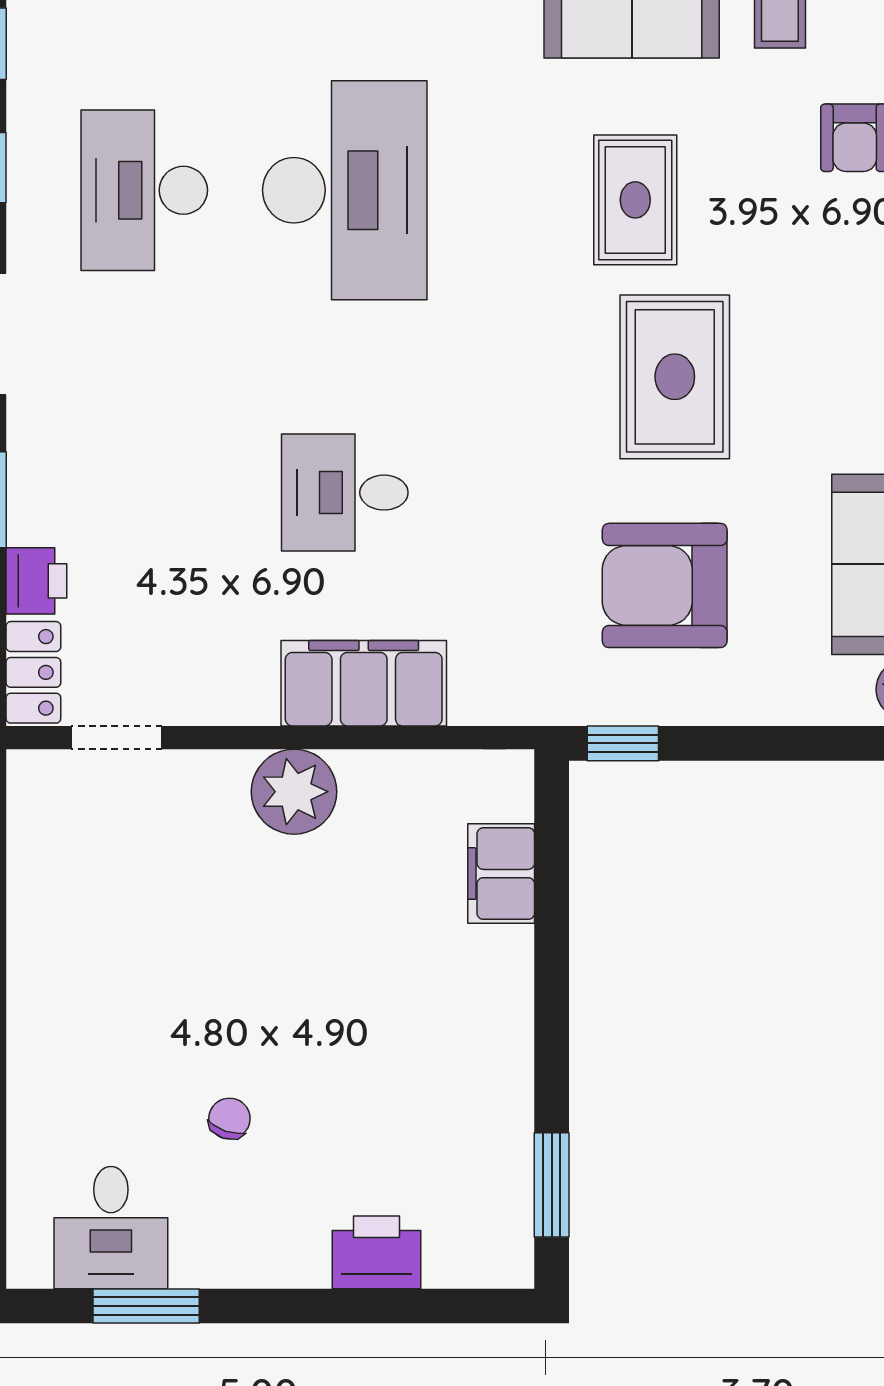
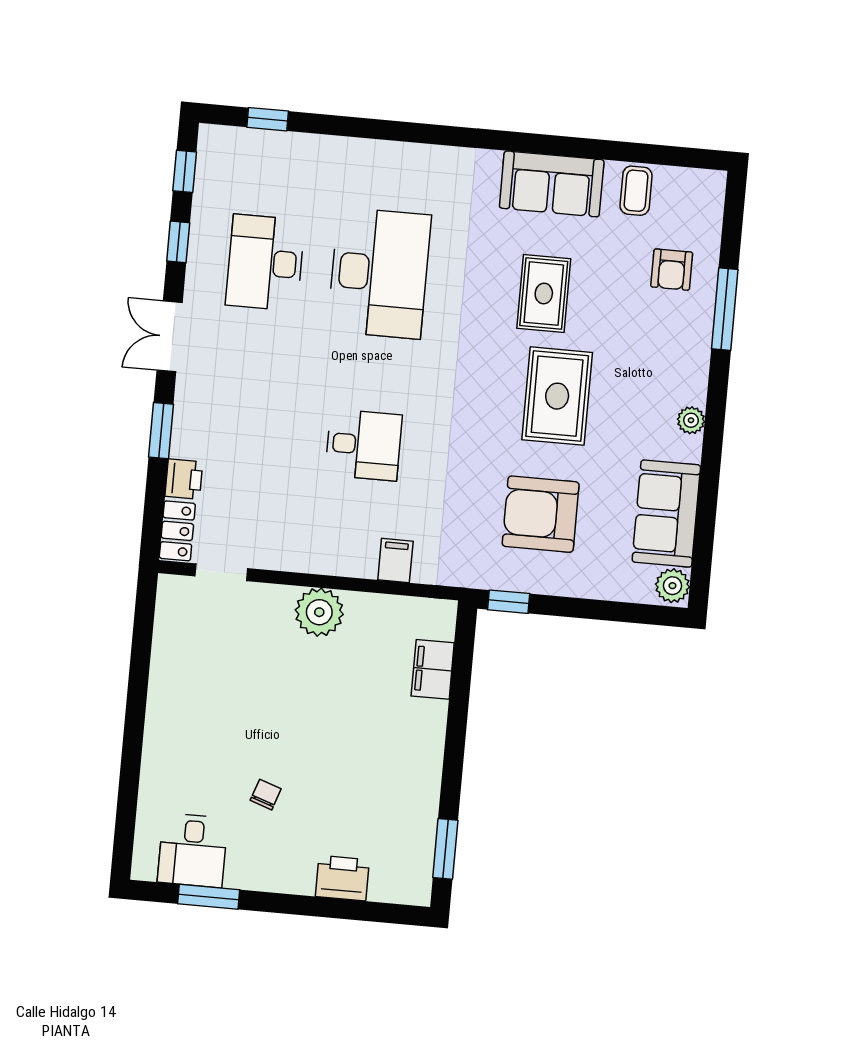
desk: (345, 493) -> (364, 445), turned 180
filing cabinet: (364, 683) -> (395, 560), width x0.33, depth x0.86

